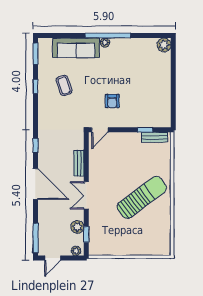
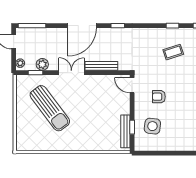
side table: (144, 108) -> (152, 126), added
bench: (154, 137) -> (125, 131), width x1.36
bench: (79, 163) -> (101, 66), width x1.36
sun lounger: (142, 197) -> (50, 108), moved

